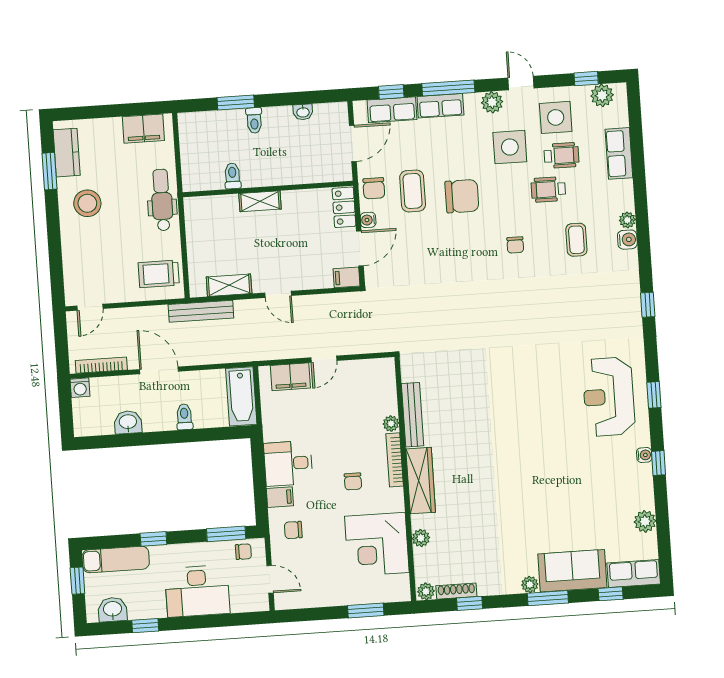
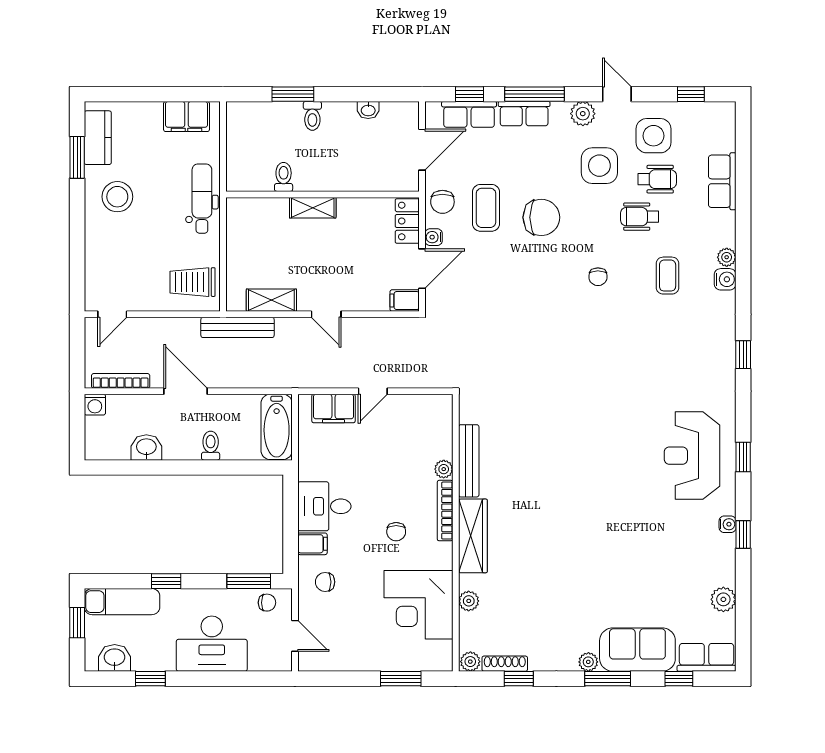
plant: (602, 95) -> (708, 114), removed

